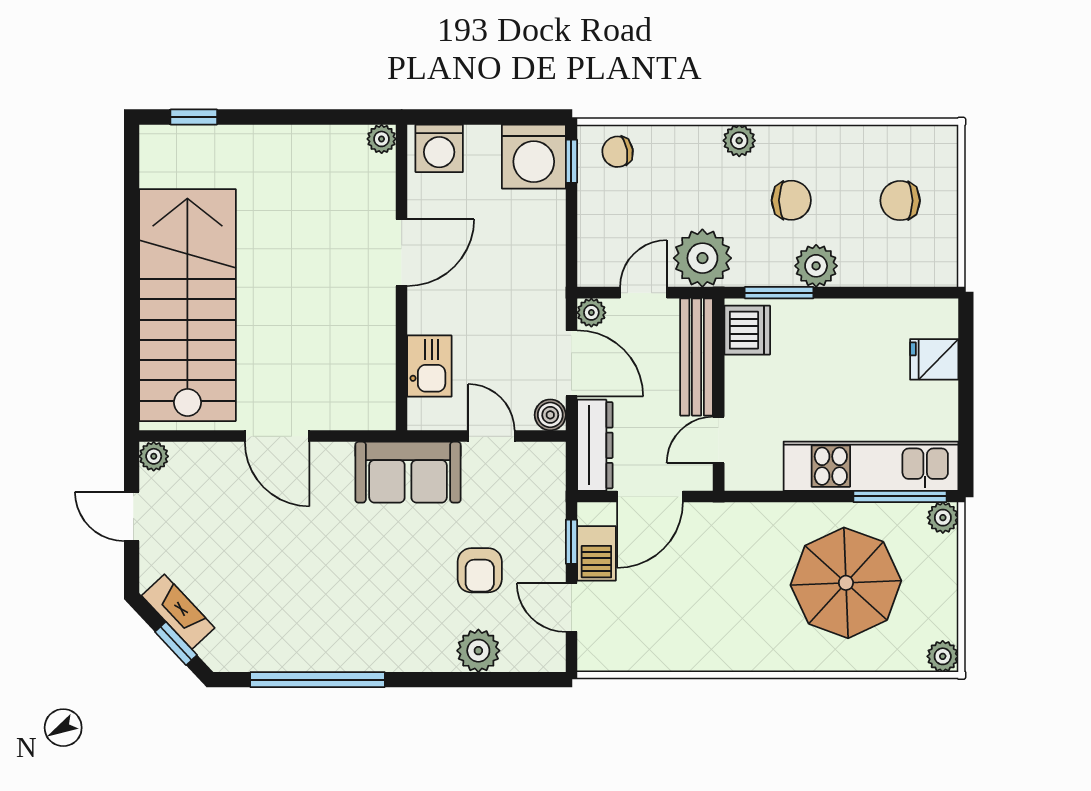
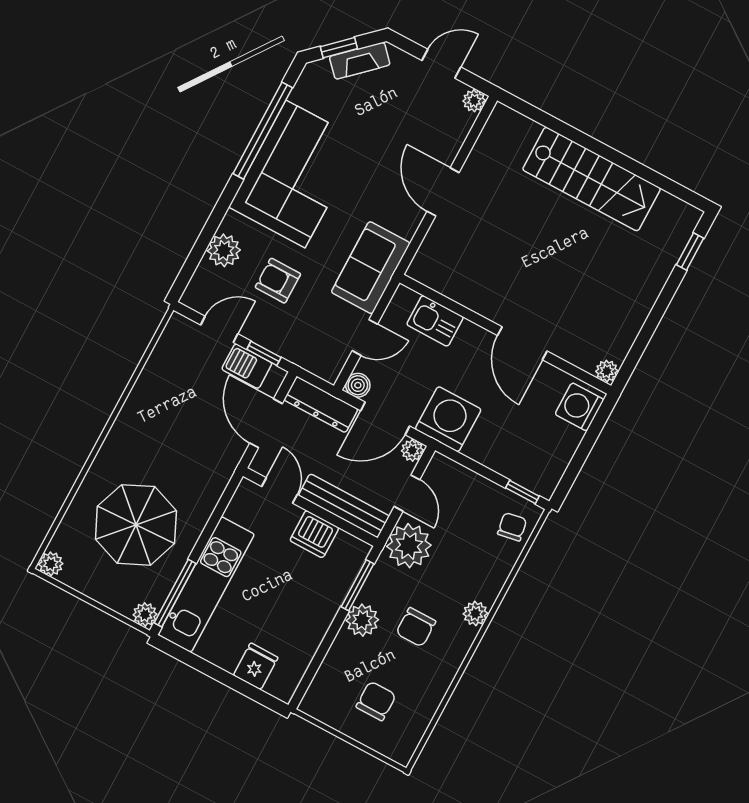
washing machine: (534, 157) -> (448, 419), moved, turned 90
stairs: (187, 305) -> (592, 179), width x0.73, depth x0.66
dishwasher: (747, 330) -> (314, 534), moved
door: (277, 436) -> (443, 192), hinge flipped
corner sofa: (347, 616) -> (295, 174), added

